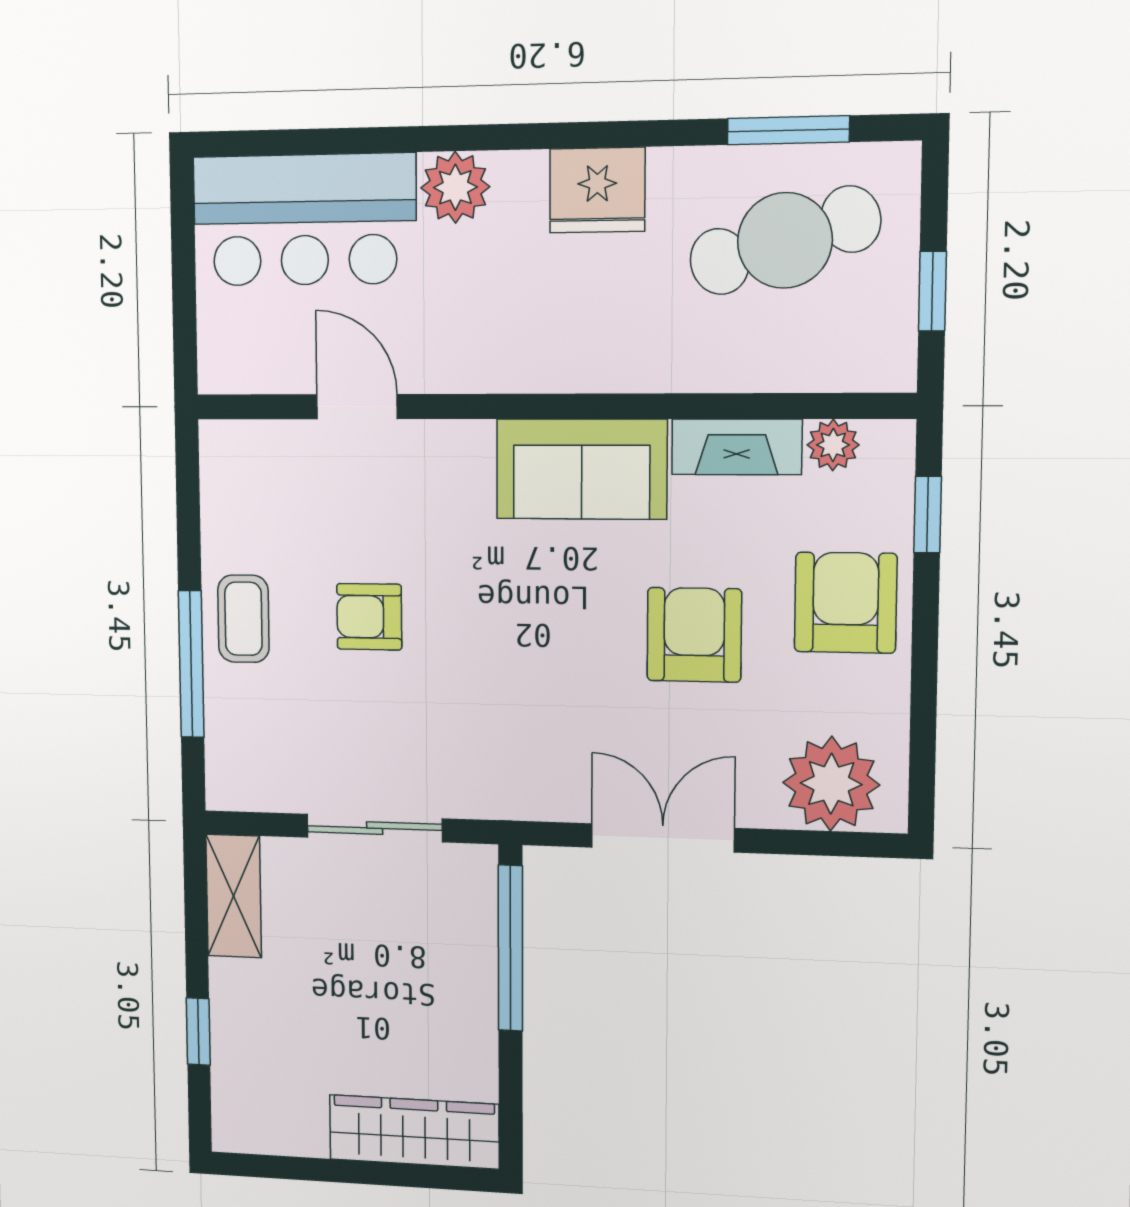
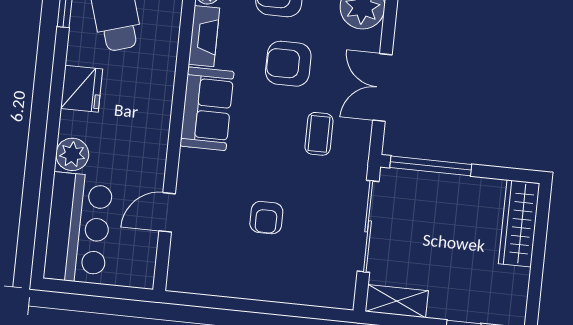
coffee table: (243, 619) -> (319, 134), moved, turned 90
window: (191, 664) -> (281, 309), removed
sliding door: (375, 828) -> (368, 226), width x1.37

